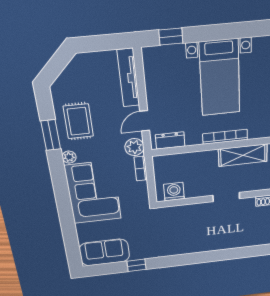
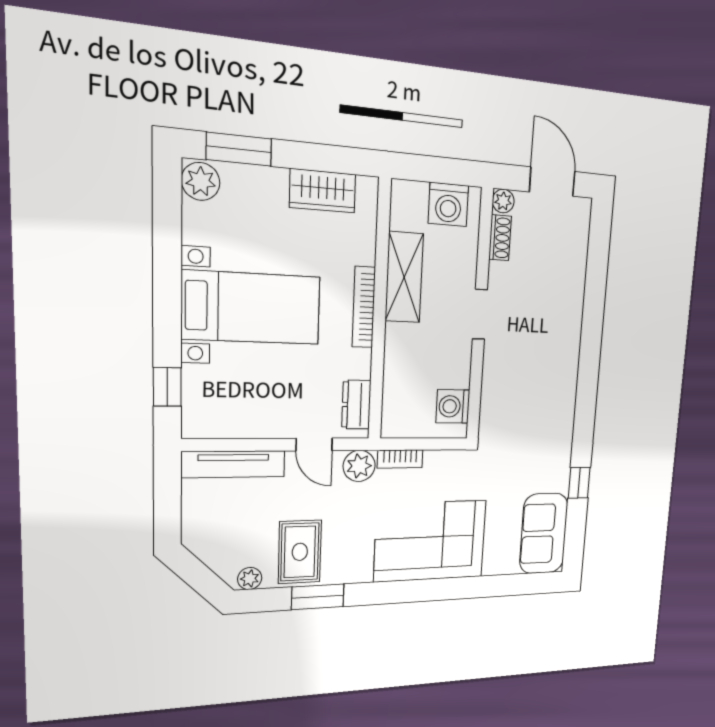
rug: (78, 121) -> (300, 552), turned 90
plant: (69, 157) -> (250, 579), moved

